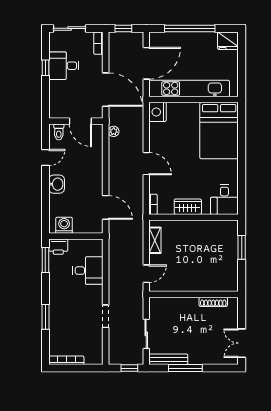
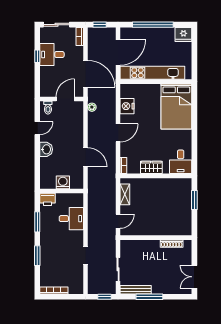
nightstand: (158, 112) -> (127, 106), moved
door: (80, 121) -> (65, 99), swing flipped
door: (146, 164) -> (118, 133), hinge flipped
door: (106, 207) -> (85, 157), moved
washing machine: (64, 225) -> (63, 182), moved
window: (45, 260) -> (37, 222), moved

